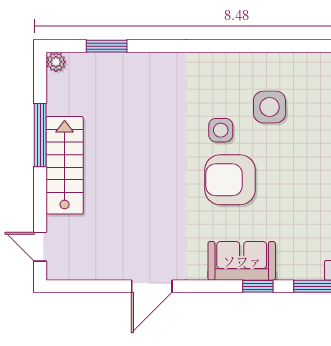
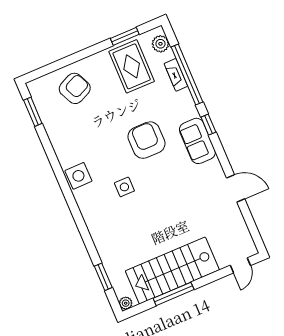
side table: (270, 107) -> (78, 176), moved
stairs: (65, 165) -> (172, 270), width x1.36, depth x1.51
armchair: (230, 180) -> (147, 140), moved, turned 180

